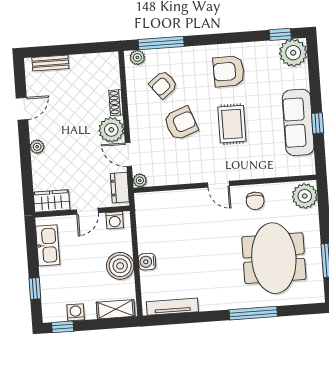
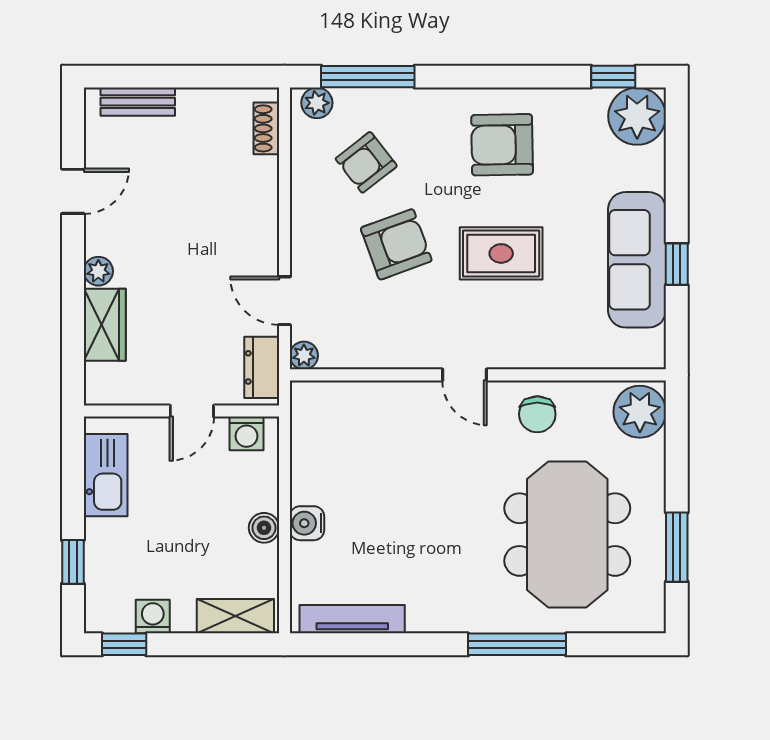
shoe rack: (116, 103) -> (266, 128), moved
rug: (232, 124) -> (501, 253), turned 90
plant: (111, 130) -> (253, 247), removed
wardrobe: (52, 201) -> (105, 325), moved, turned 90
boiler: (120, 266) -> (264, 528), width x0.54, depth x0.54

